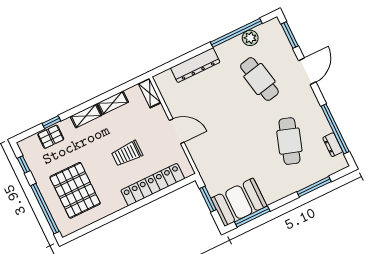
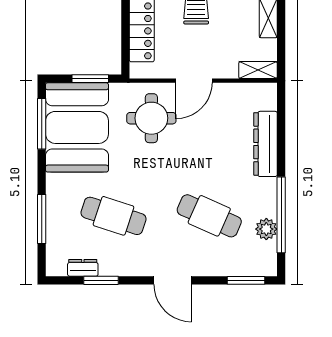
door: (307, 71) -> (173, 280), moved
cafe table: (259, 79) -> (209, 216), turned 36
window: (335, 129) -> (101, 280), width x0.47
round table: (214, 147) -> (151, 118), added
booth: (239, 202) -> (77, 127), width x1.36, depth x1.42

